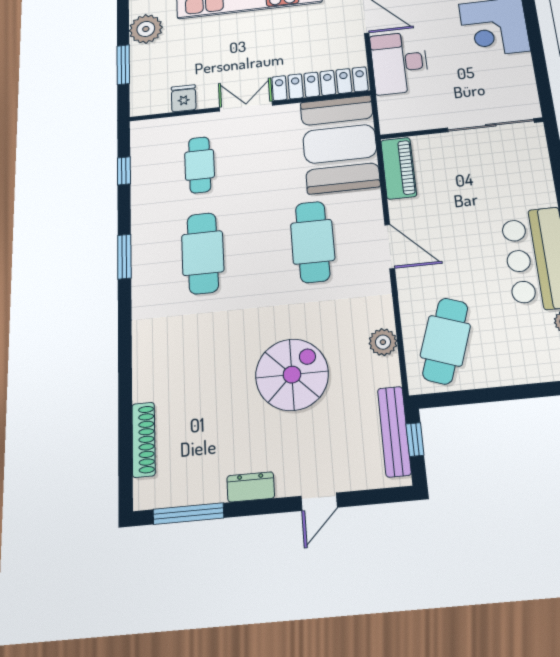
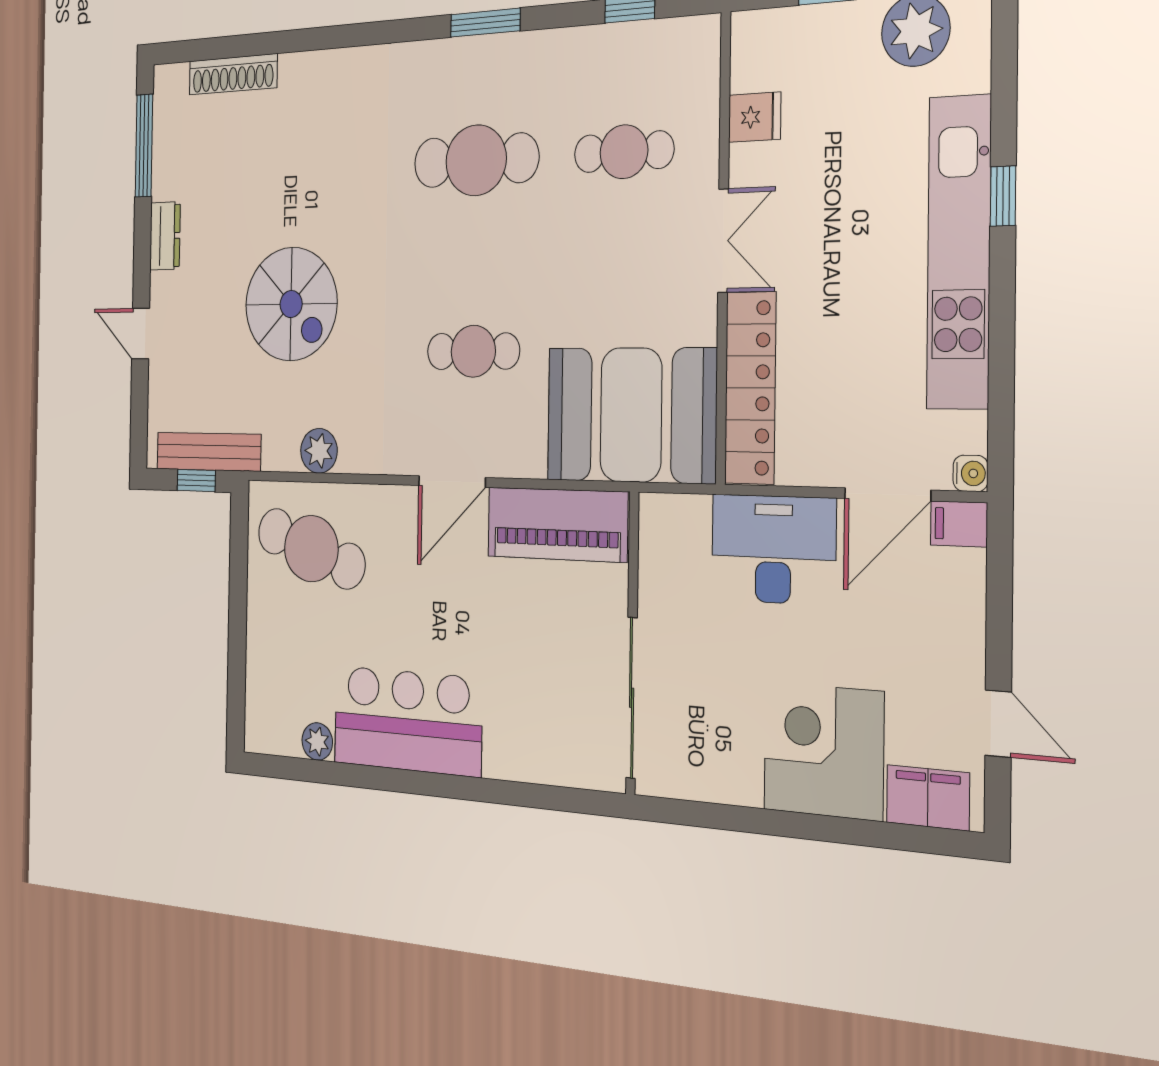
piano: (399, 168) -> (557, 524), width x1.37, depth x1.33
cafe table: (313, 242) -> (473, 351), width x0.73, depth x0.74

